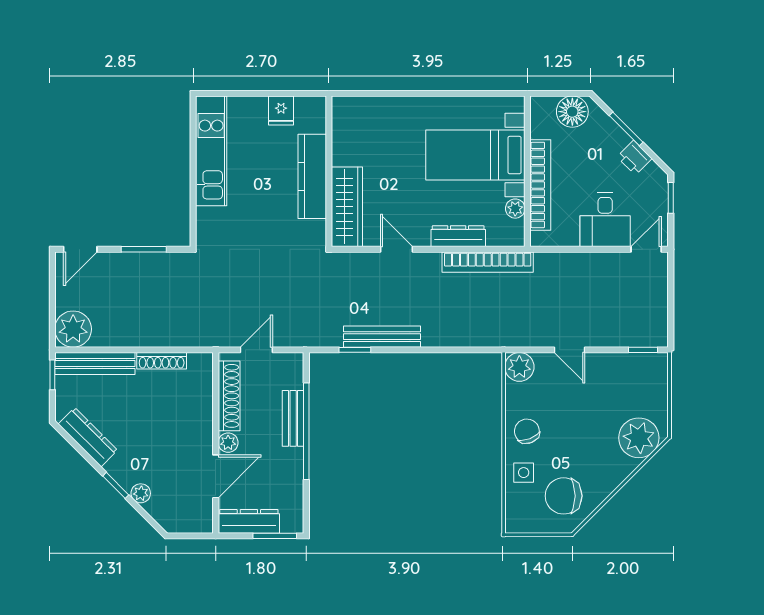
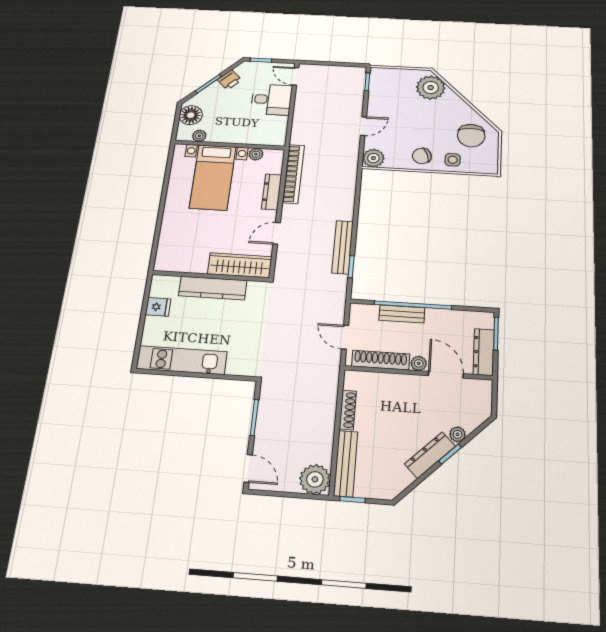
plant: (540, 128) -> (199, 136), added
bookcase: (540, 185) -> (241, 138), removed
dresser: (88, 437) -> (430, 455), moved

